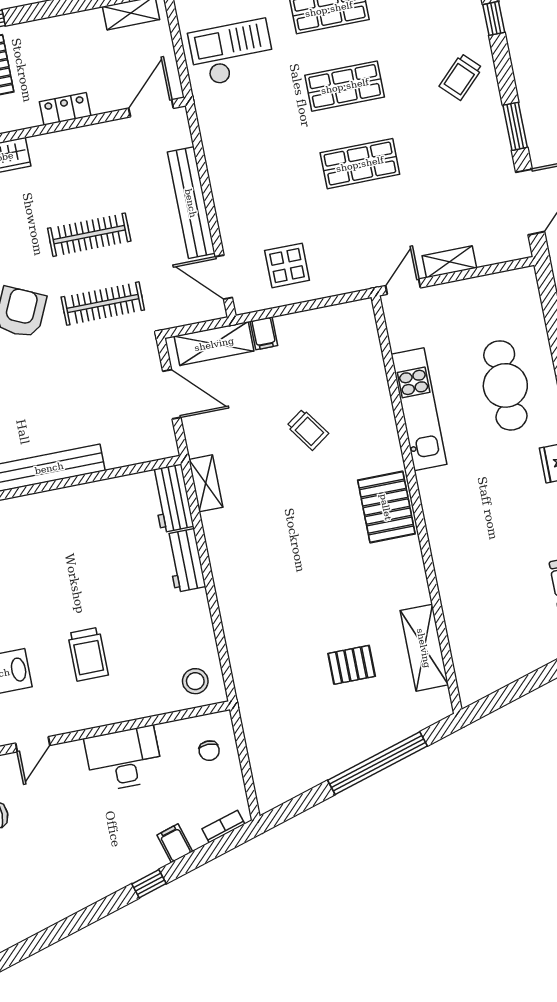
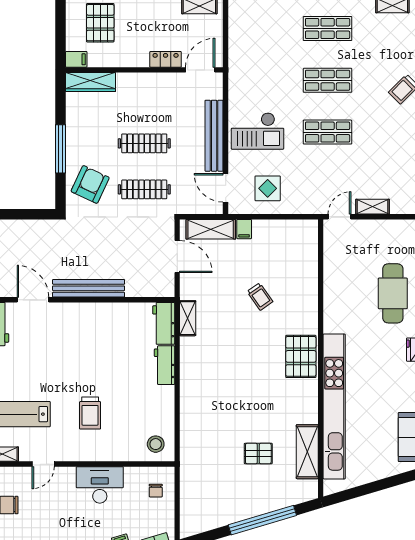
checkout: (232, 53) -> (257, 131), moved, turned 180
locker: (65, 109) -> (166, 59), moved
kitchen unit: (419, 409) -> (334, 406), moved, width x1.86

